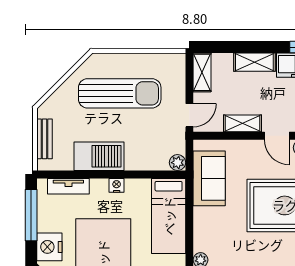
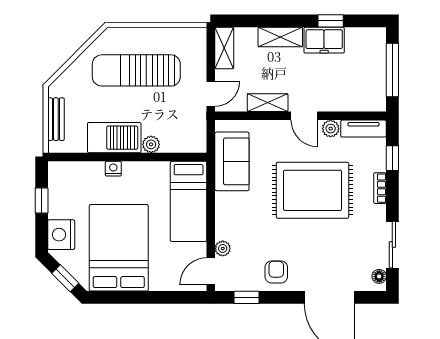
sun lounger: (120, 93) -> (136, 70), turned 180
plant: (177, 163) -> (151, 144), moved
nightstand: (117, 185) -> (113, 169), moved
tv unit: (68, 186) -> (82, 170), removed
window: (31, 215) -> (42, 201), width x0.46

